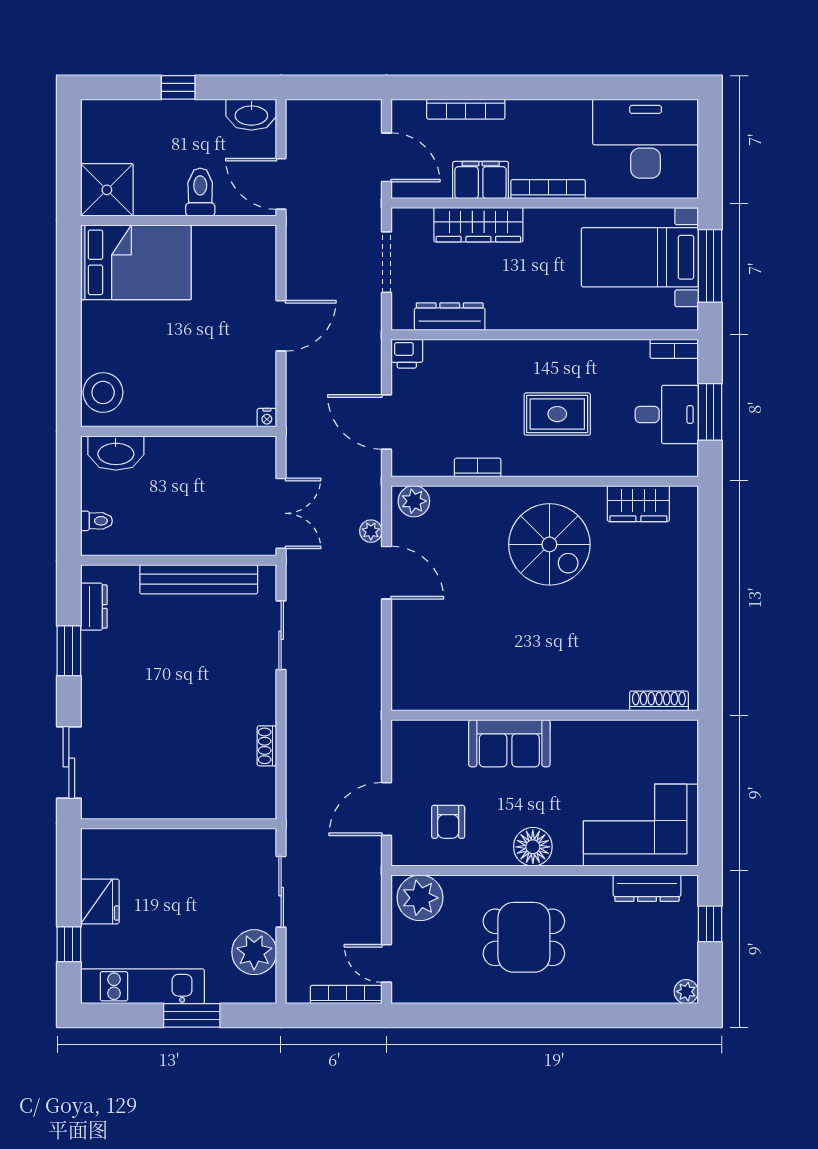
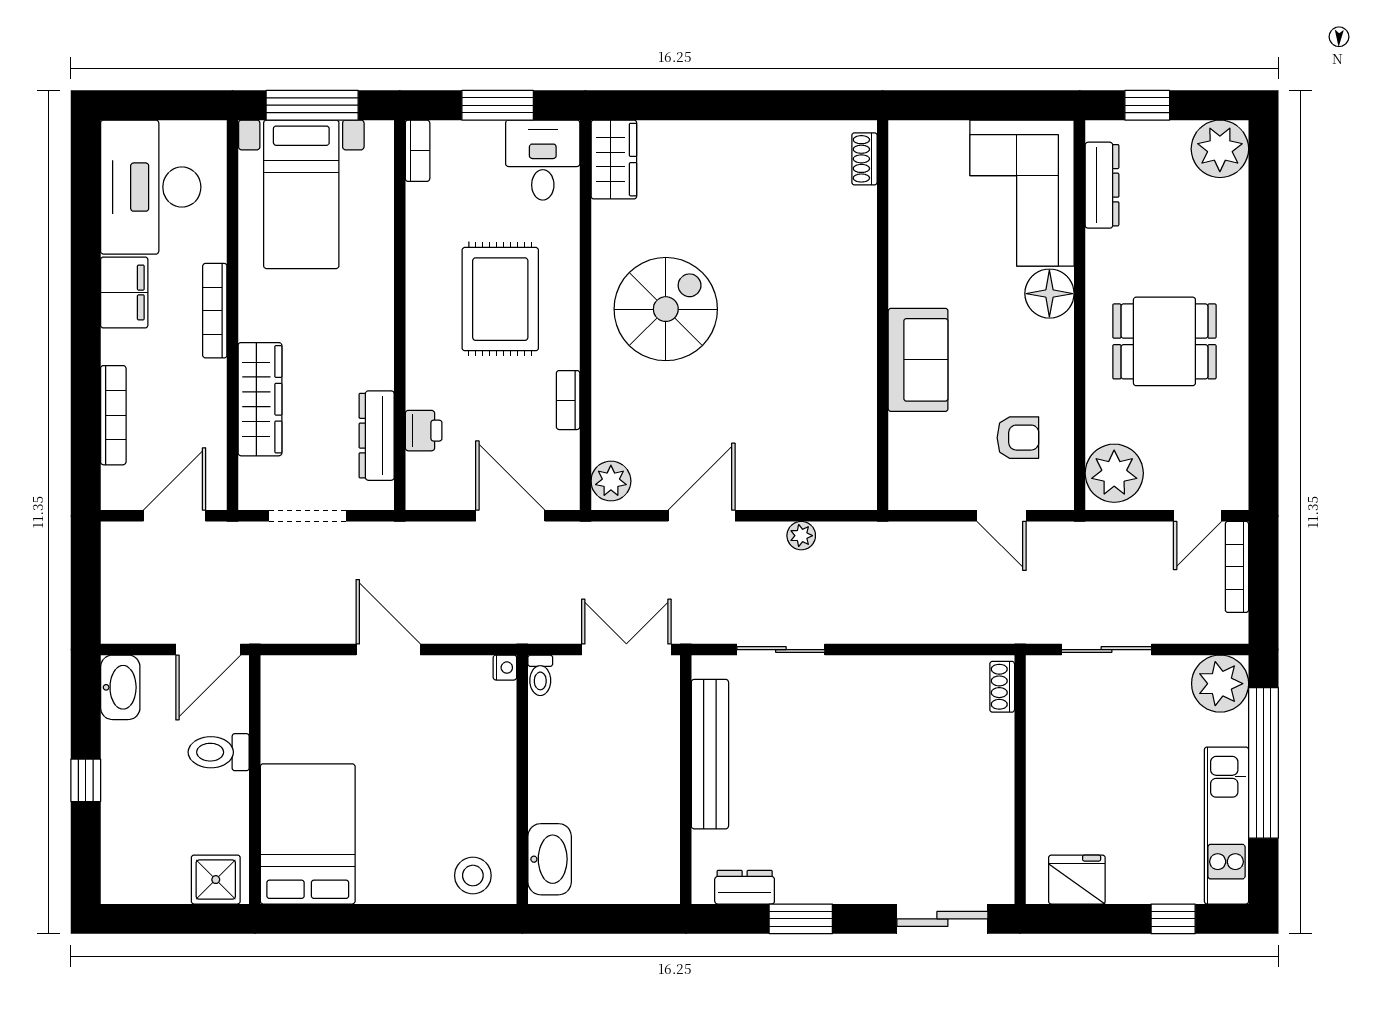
filing cabinet: (481, 180) -> (124, 292), moved, turned 180
shower: (107, 190) -> (216, 880), width x0.73, depth x0.73
printer: (407, 354) -> (424, 431), moved
stool: (103, 392) -> (473, 876), width x0.73, depth x0.73
rug: (557, 414) -> (500, 299), width x1.36, depth x1.43
desk: (667, 414) -> (543, 160), moved
door: (386, 422) -> (510, 516), swing flipped
wardrobe: (638, 504) -> (614, 160), moved
toilet: (96, 521) -> (540, 675), moved, turned 180
plant: (371, 531) -> (801, 536), moved
shoe rack: (659, 701) -> (864, 159), width x0.70
shoe rack: (267, 746) -> (1002, 687), moved, turned 90
door: (386, 809) -> (1001, 516), width x0.73
floor lamp: (533, 847) -> (1049, 294), moved
fridge: (100, 901) -> (1077, 880), moved
dining table: (524, 937) -> (1164, 341), turned 90
plant: (254, 952) -> (1220, 684), moved
plant: (686, 992) -> (1220, 149), width x1.87, depth x1.87
window: (192, 1015) -> (1263, 763), width x2.11

